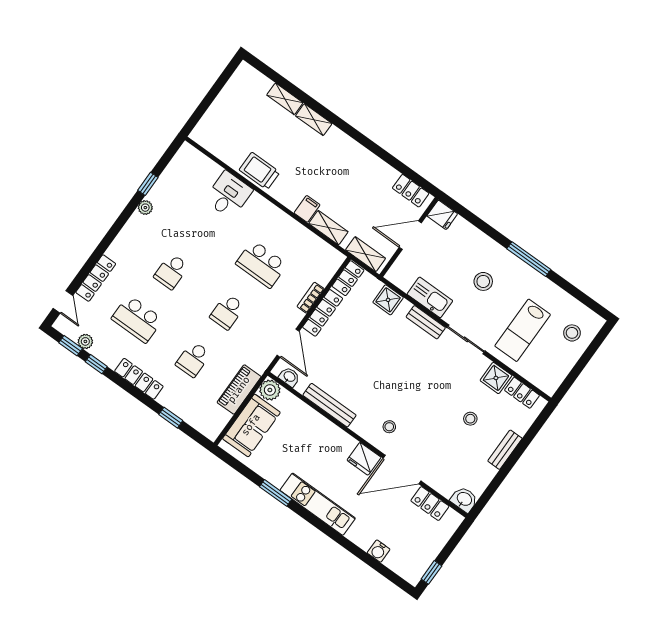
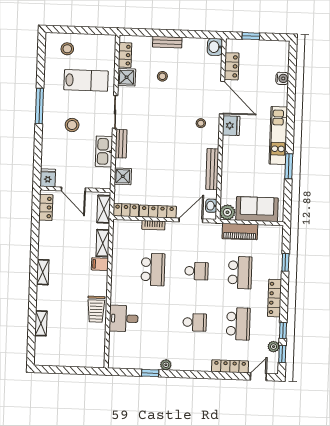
shelving: (314, 120) -> (43, 272), moved
school desk: (193, 359) -> (240, 273), width x1.85
window: (431, 572) -> (251, 36), moved

